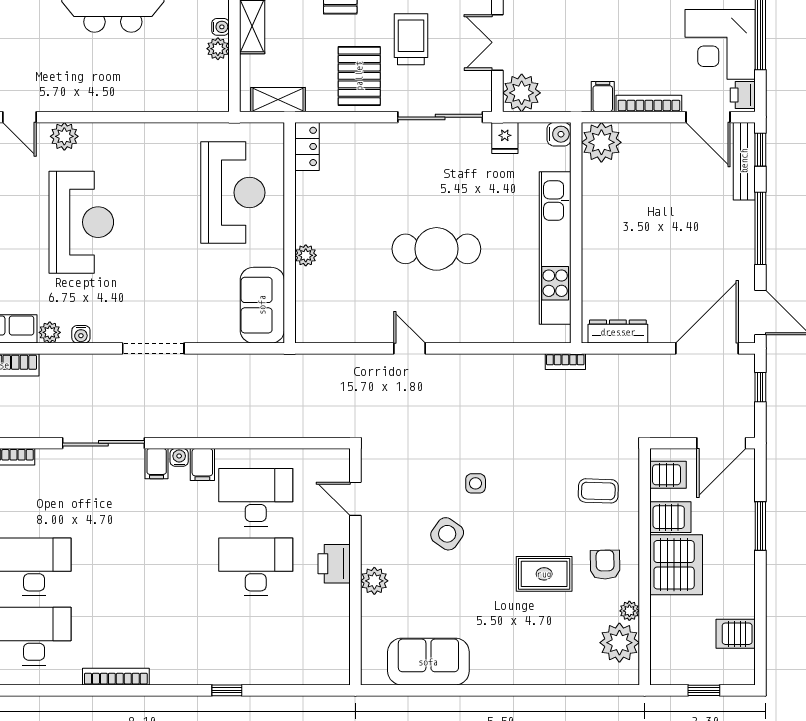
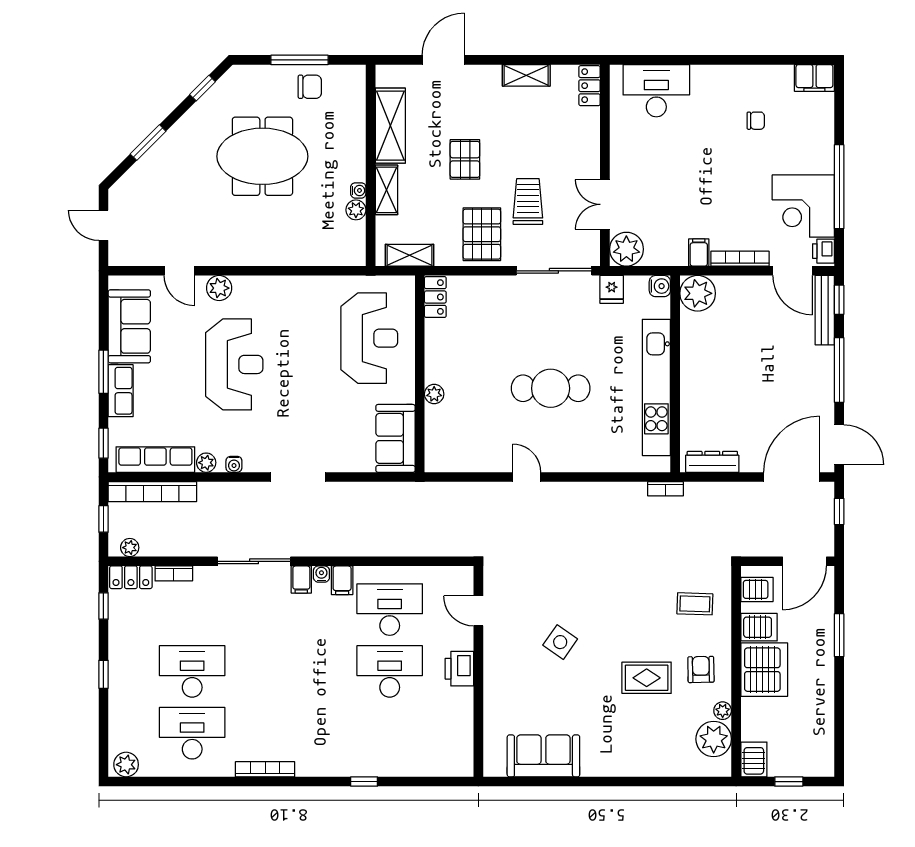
side table: (476, 483) -> (585, 597), removed
plant: (374, 581) -> (495, 684), removed
server rack: (736, 634) -> (754, 759), moved, turned 90

